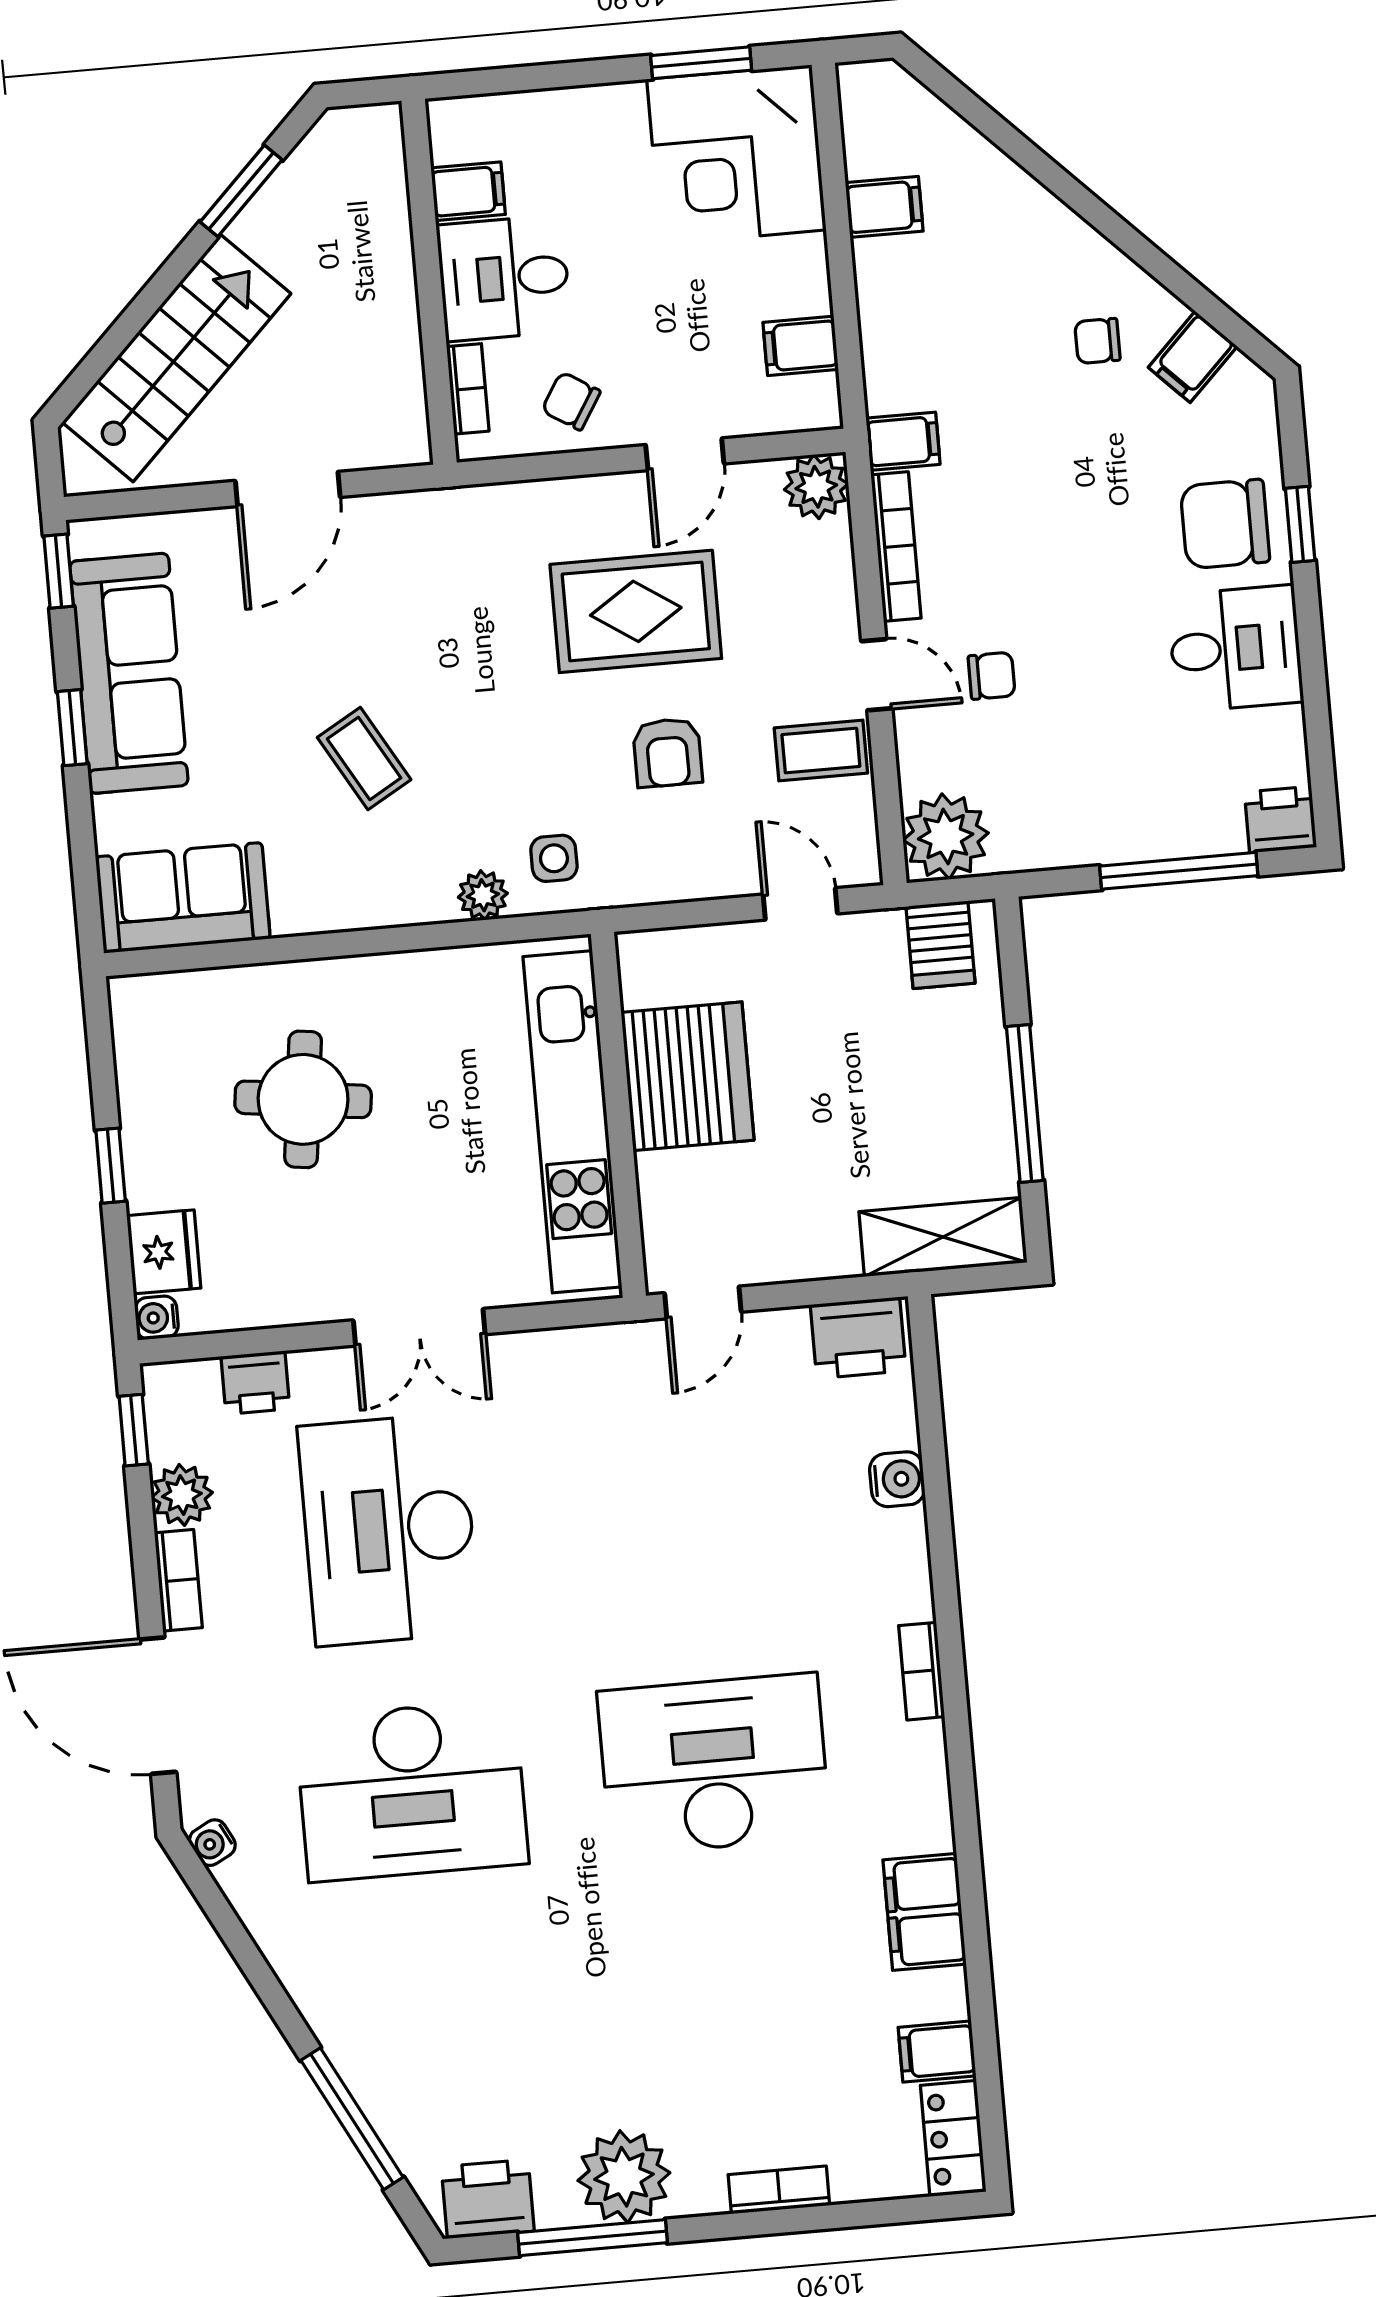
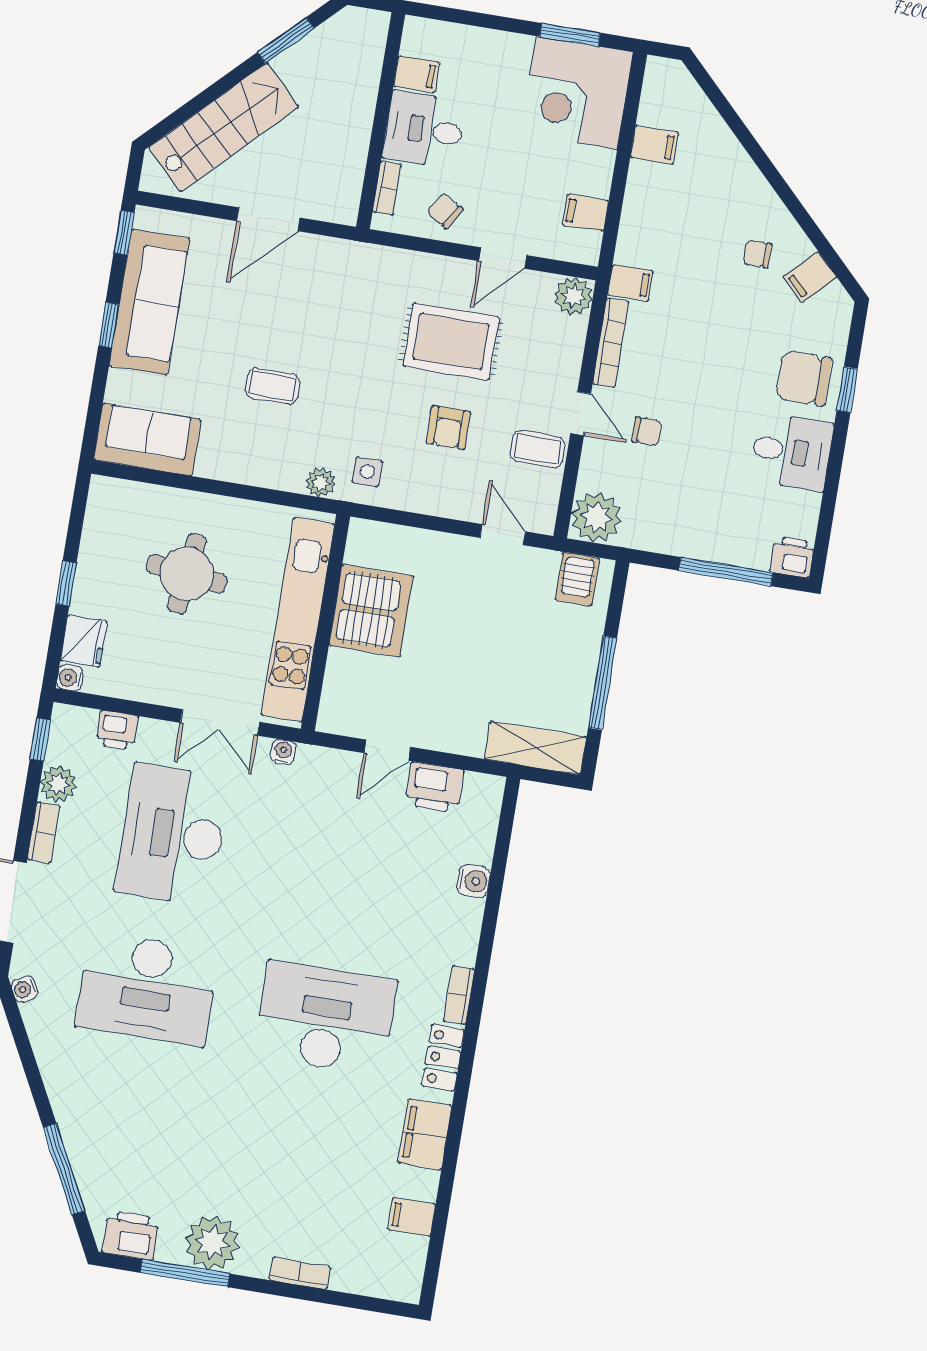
coffee table: (364, 758) -> (272, 386), turned -60
server rack: (688, 1076) -> (371, 611), moved
wall: (618, 1115) -> (326, 623), moved
kitchen unit: (572, 1122) -> (298, 620), moved
printer: (858, 1338) -> (435, 787), moved
water cooler: (534, 1349) -> (283, 752), added
locker: (953, 2138) -> (443, 1058), moved

